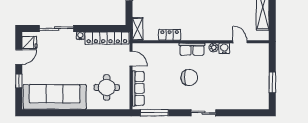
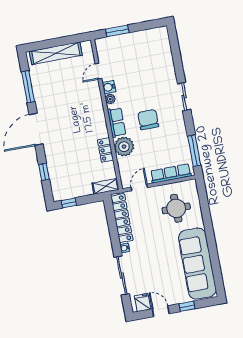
plant: (170, 52) -> (124, 147), added
window: (272, 82) -> (117, 31), moved

